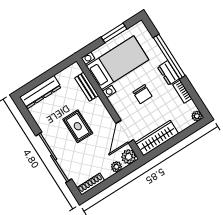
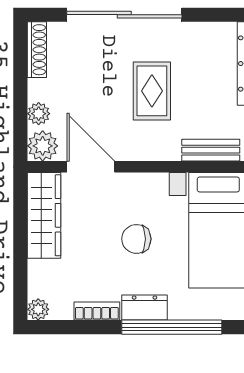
rug: (78, 126) -> (152, 91), turned 90

